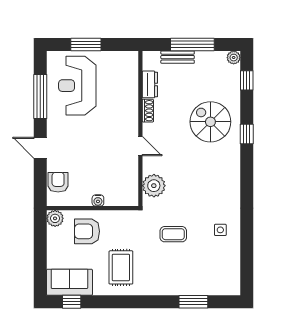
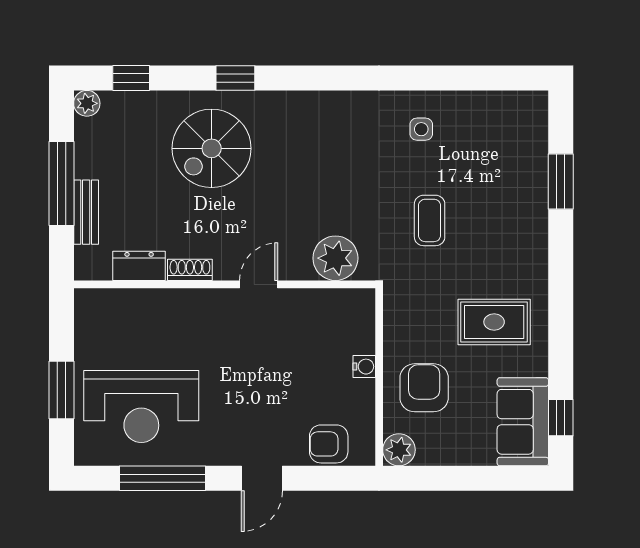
armchair: (87, 231) -> (424, 388), turned 180

